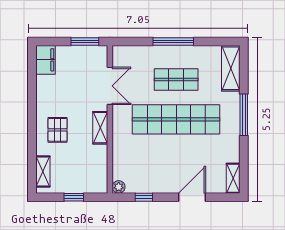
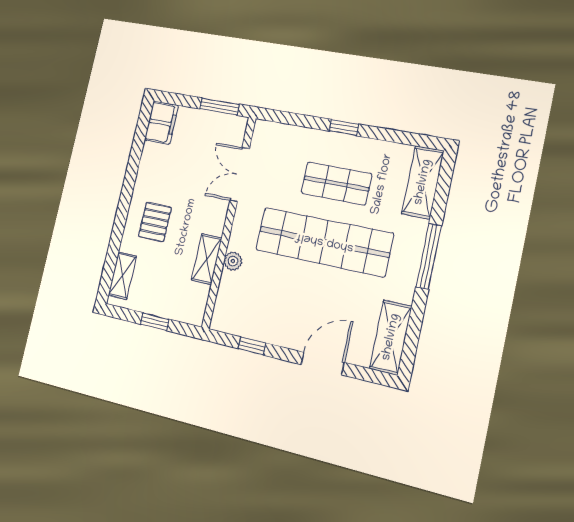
window: (173, 41) -> (344, 128), width x0.46
double door: (110, 86) -> (240, 175), swing flipped
shelving: (100, 128) -> (207, 259), moved
shelving: (233, 178) -> (391, 337), width x1.50, depth x1.33
plant: (119, 187) -> (233, 261), moved

